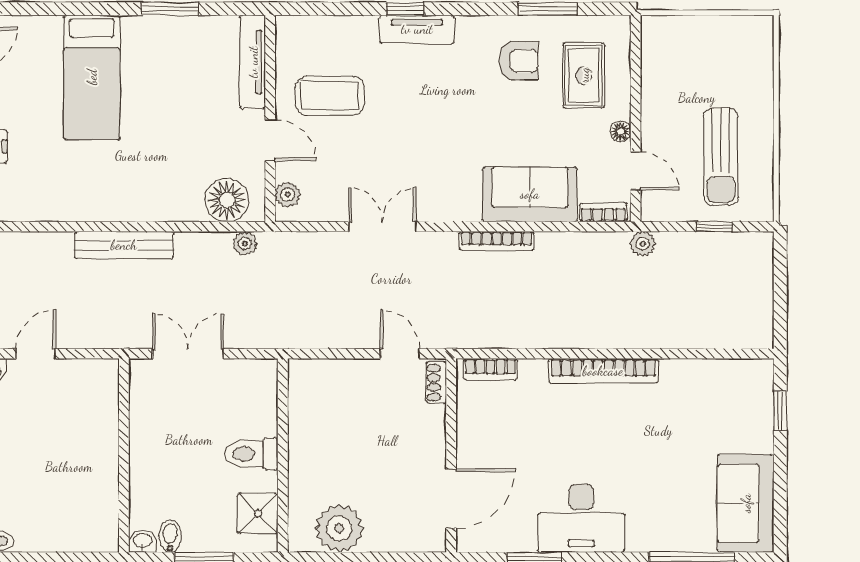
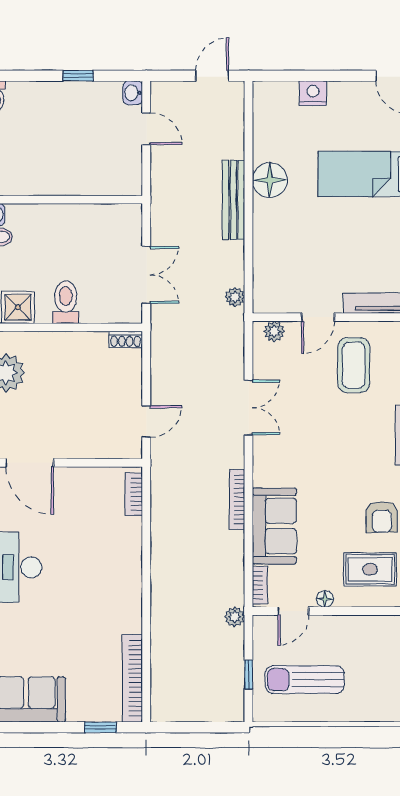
floor lamp: (227, 200) -> (270, 180), moved
double door: (188, 354) -> (146, 275), moved
bookcase: (603, 371) -> (132, 678), moved
shoe rack: (436, 382) -> (126, 339), moved, turned 180

